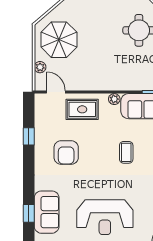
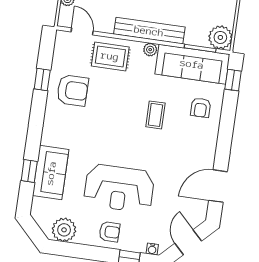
bench: (111, 83) -> (149, 31), added
armchair: (66, 153) -> (72, 90), moved, turned -90

